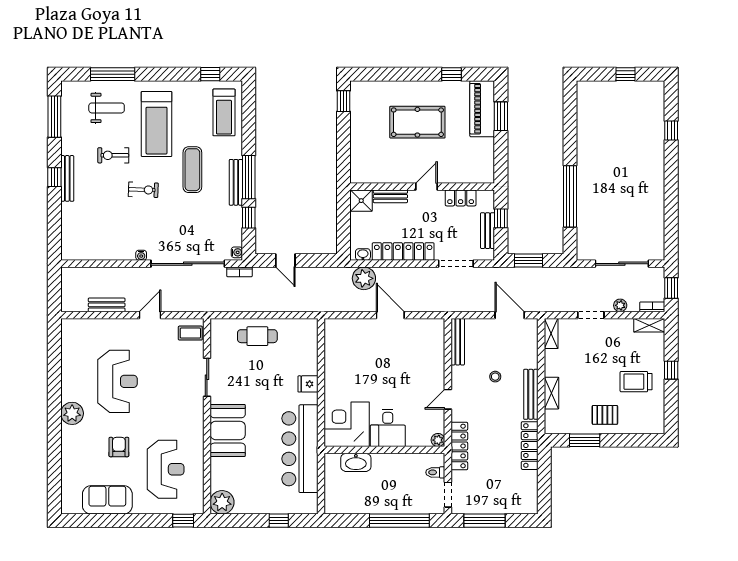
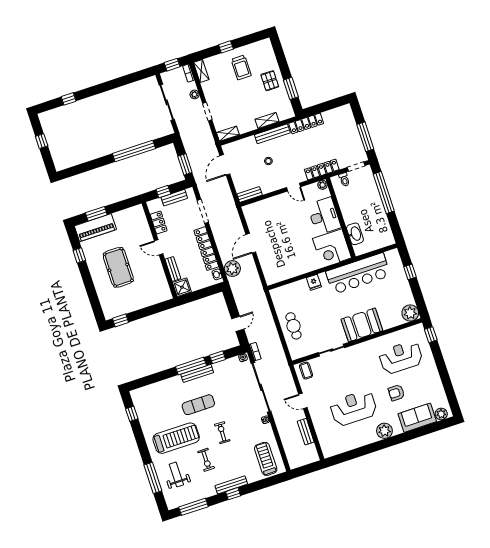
treadmill: (224, 112) -> (266, 459), moved, turned -90
bench: (458, 342) -> (250, 195), width x0.73
desk: (388, 428) -> (324, 216), width x1.37
plant: (69, 499) -> (441, 414), added
sofa: (107, 500) -> (417, 418), moved, turned 90

